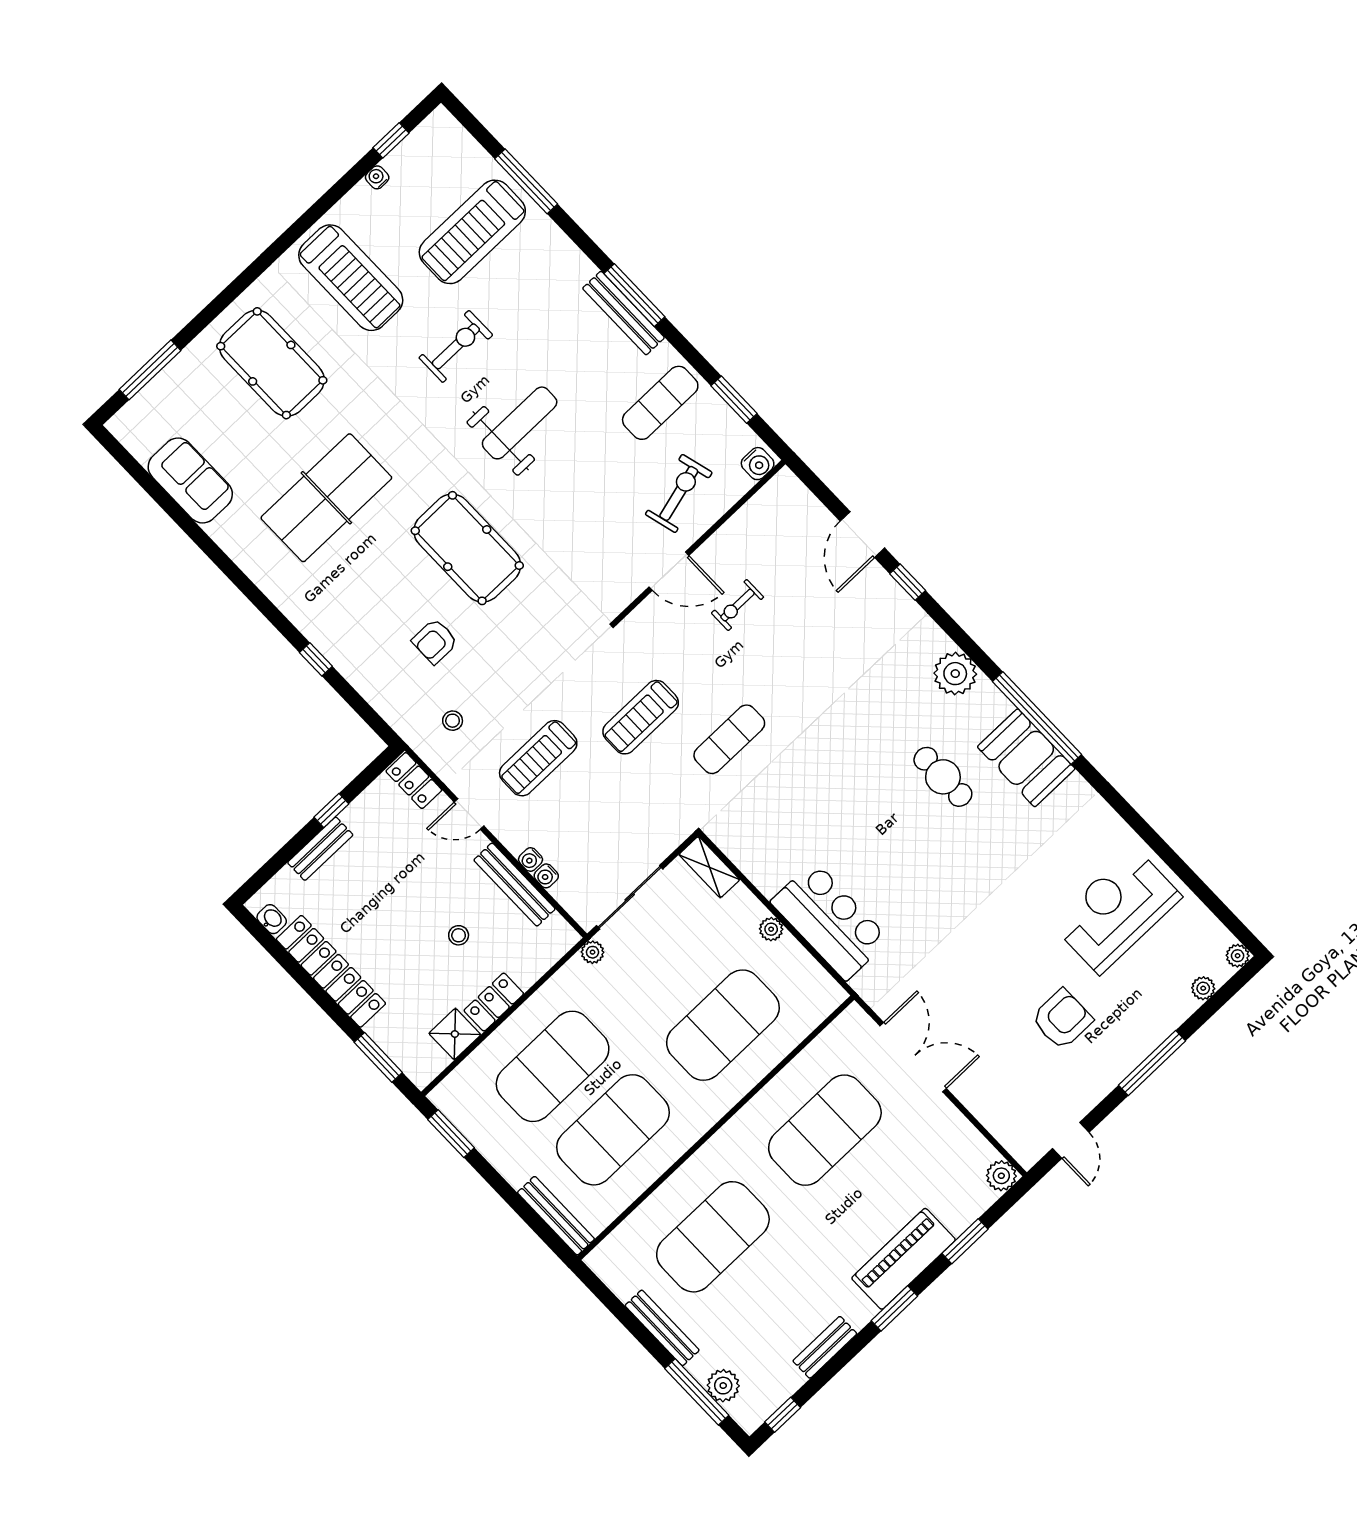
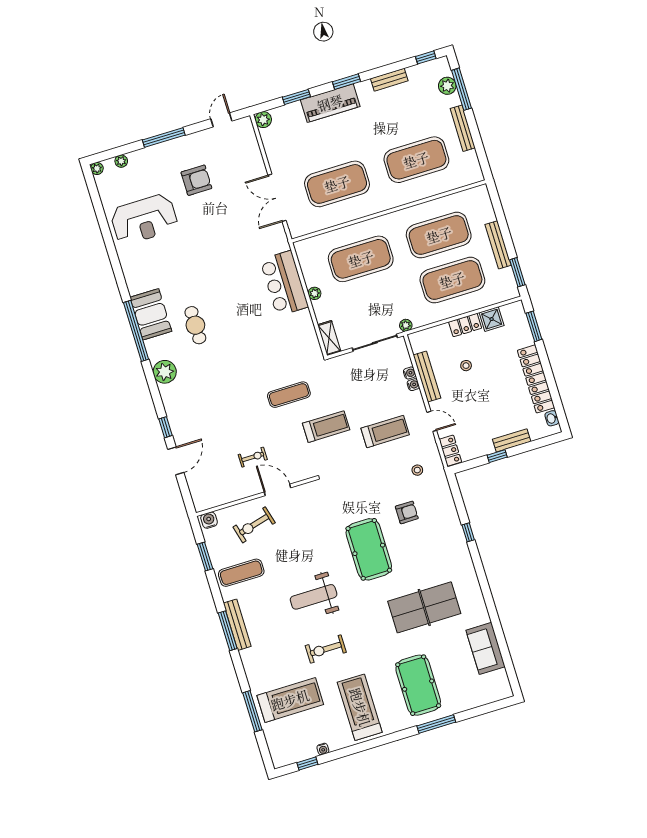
window: (150, 370) -> (436, 724), moved
armchair: (1062, 1019) -> (196, 180), turned 180
bench: (556, 1216) -> (498, 245), moved

